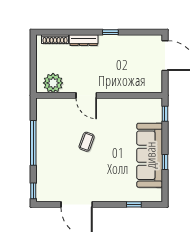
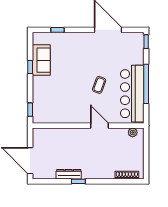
dresser: (84, 40) -> (69, 174), moved
plant: (53, 83) -> (133, 132), width x0.53, depth x0.53
bar counter: (49, 132) -> (132, 94), added
sofa: (150, 155) -> (41, 60), width x0.54, depth x0.79

